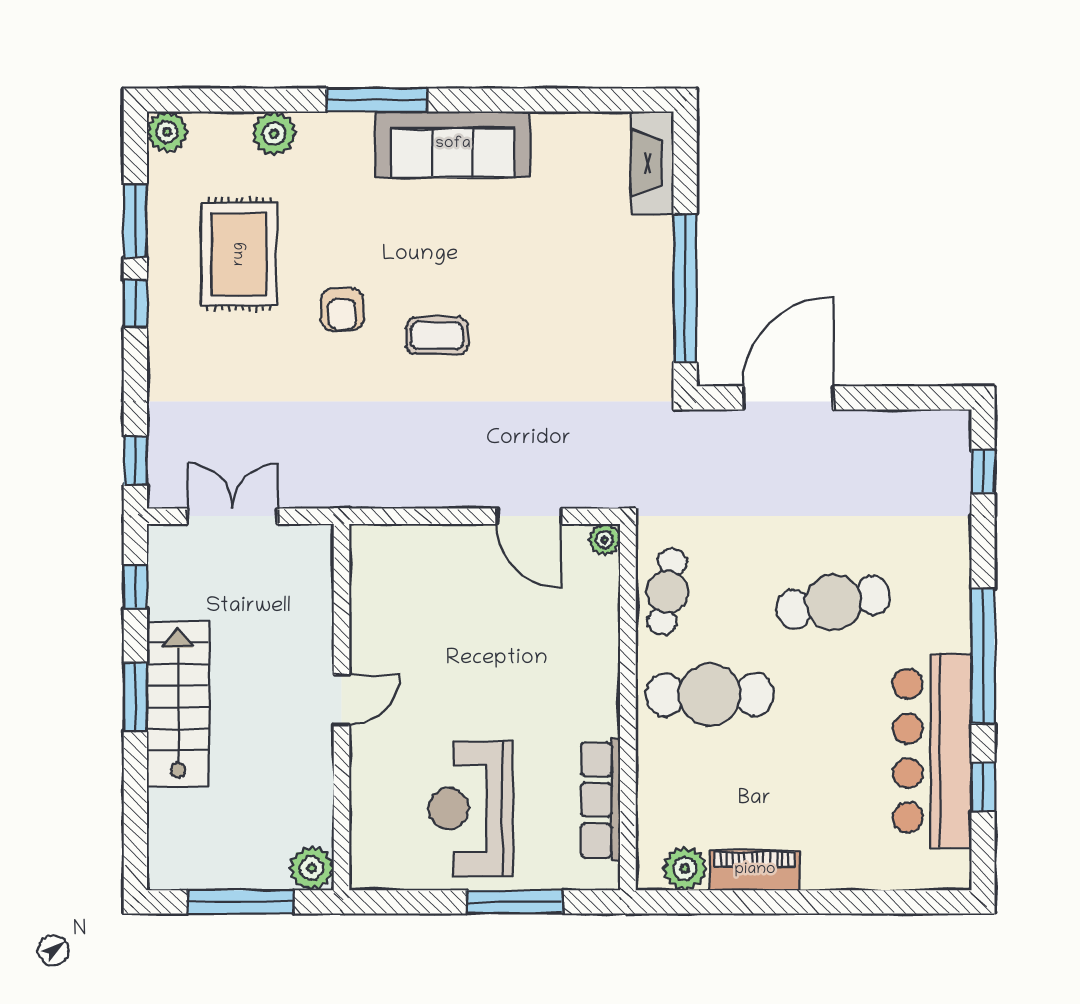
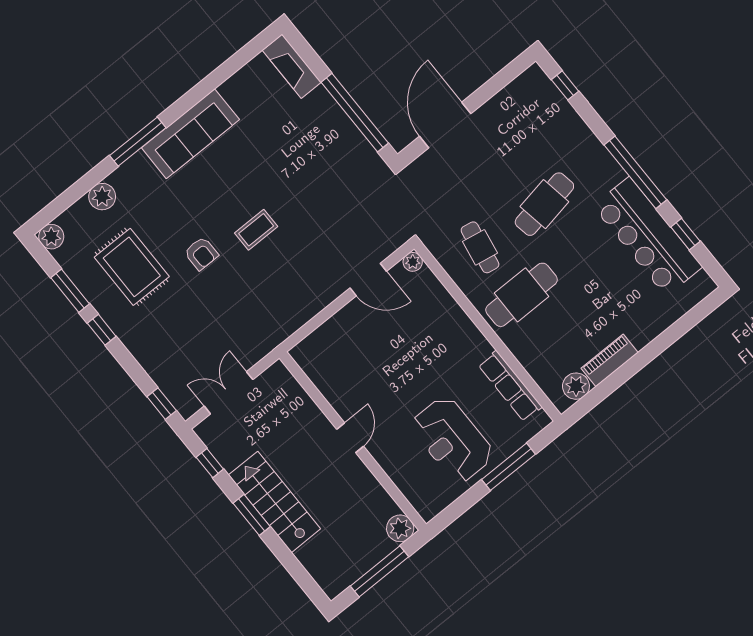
cafe table: (667, 592) -> (480, 247), moved

